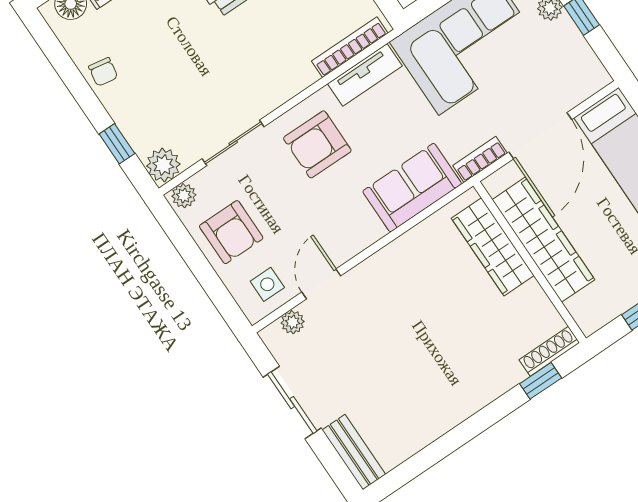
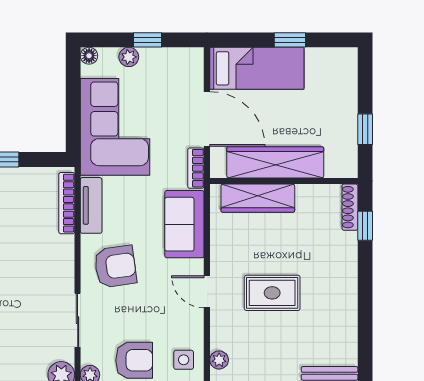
armchair: (317, 144) -> (115, 266), turned -98
door: (321, 284) -> (207, 292), moved
rug: (402, 330) -> (272, 293), added

